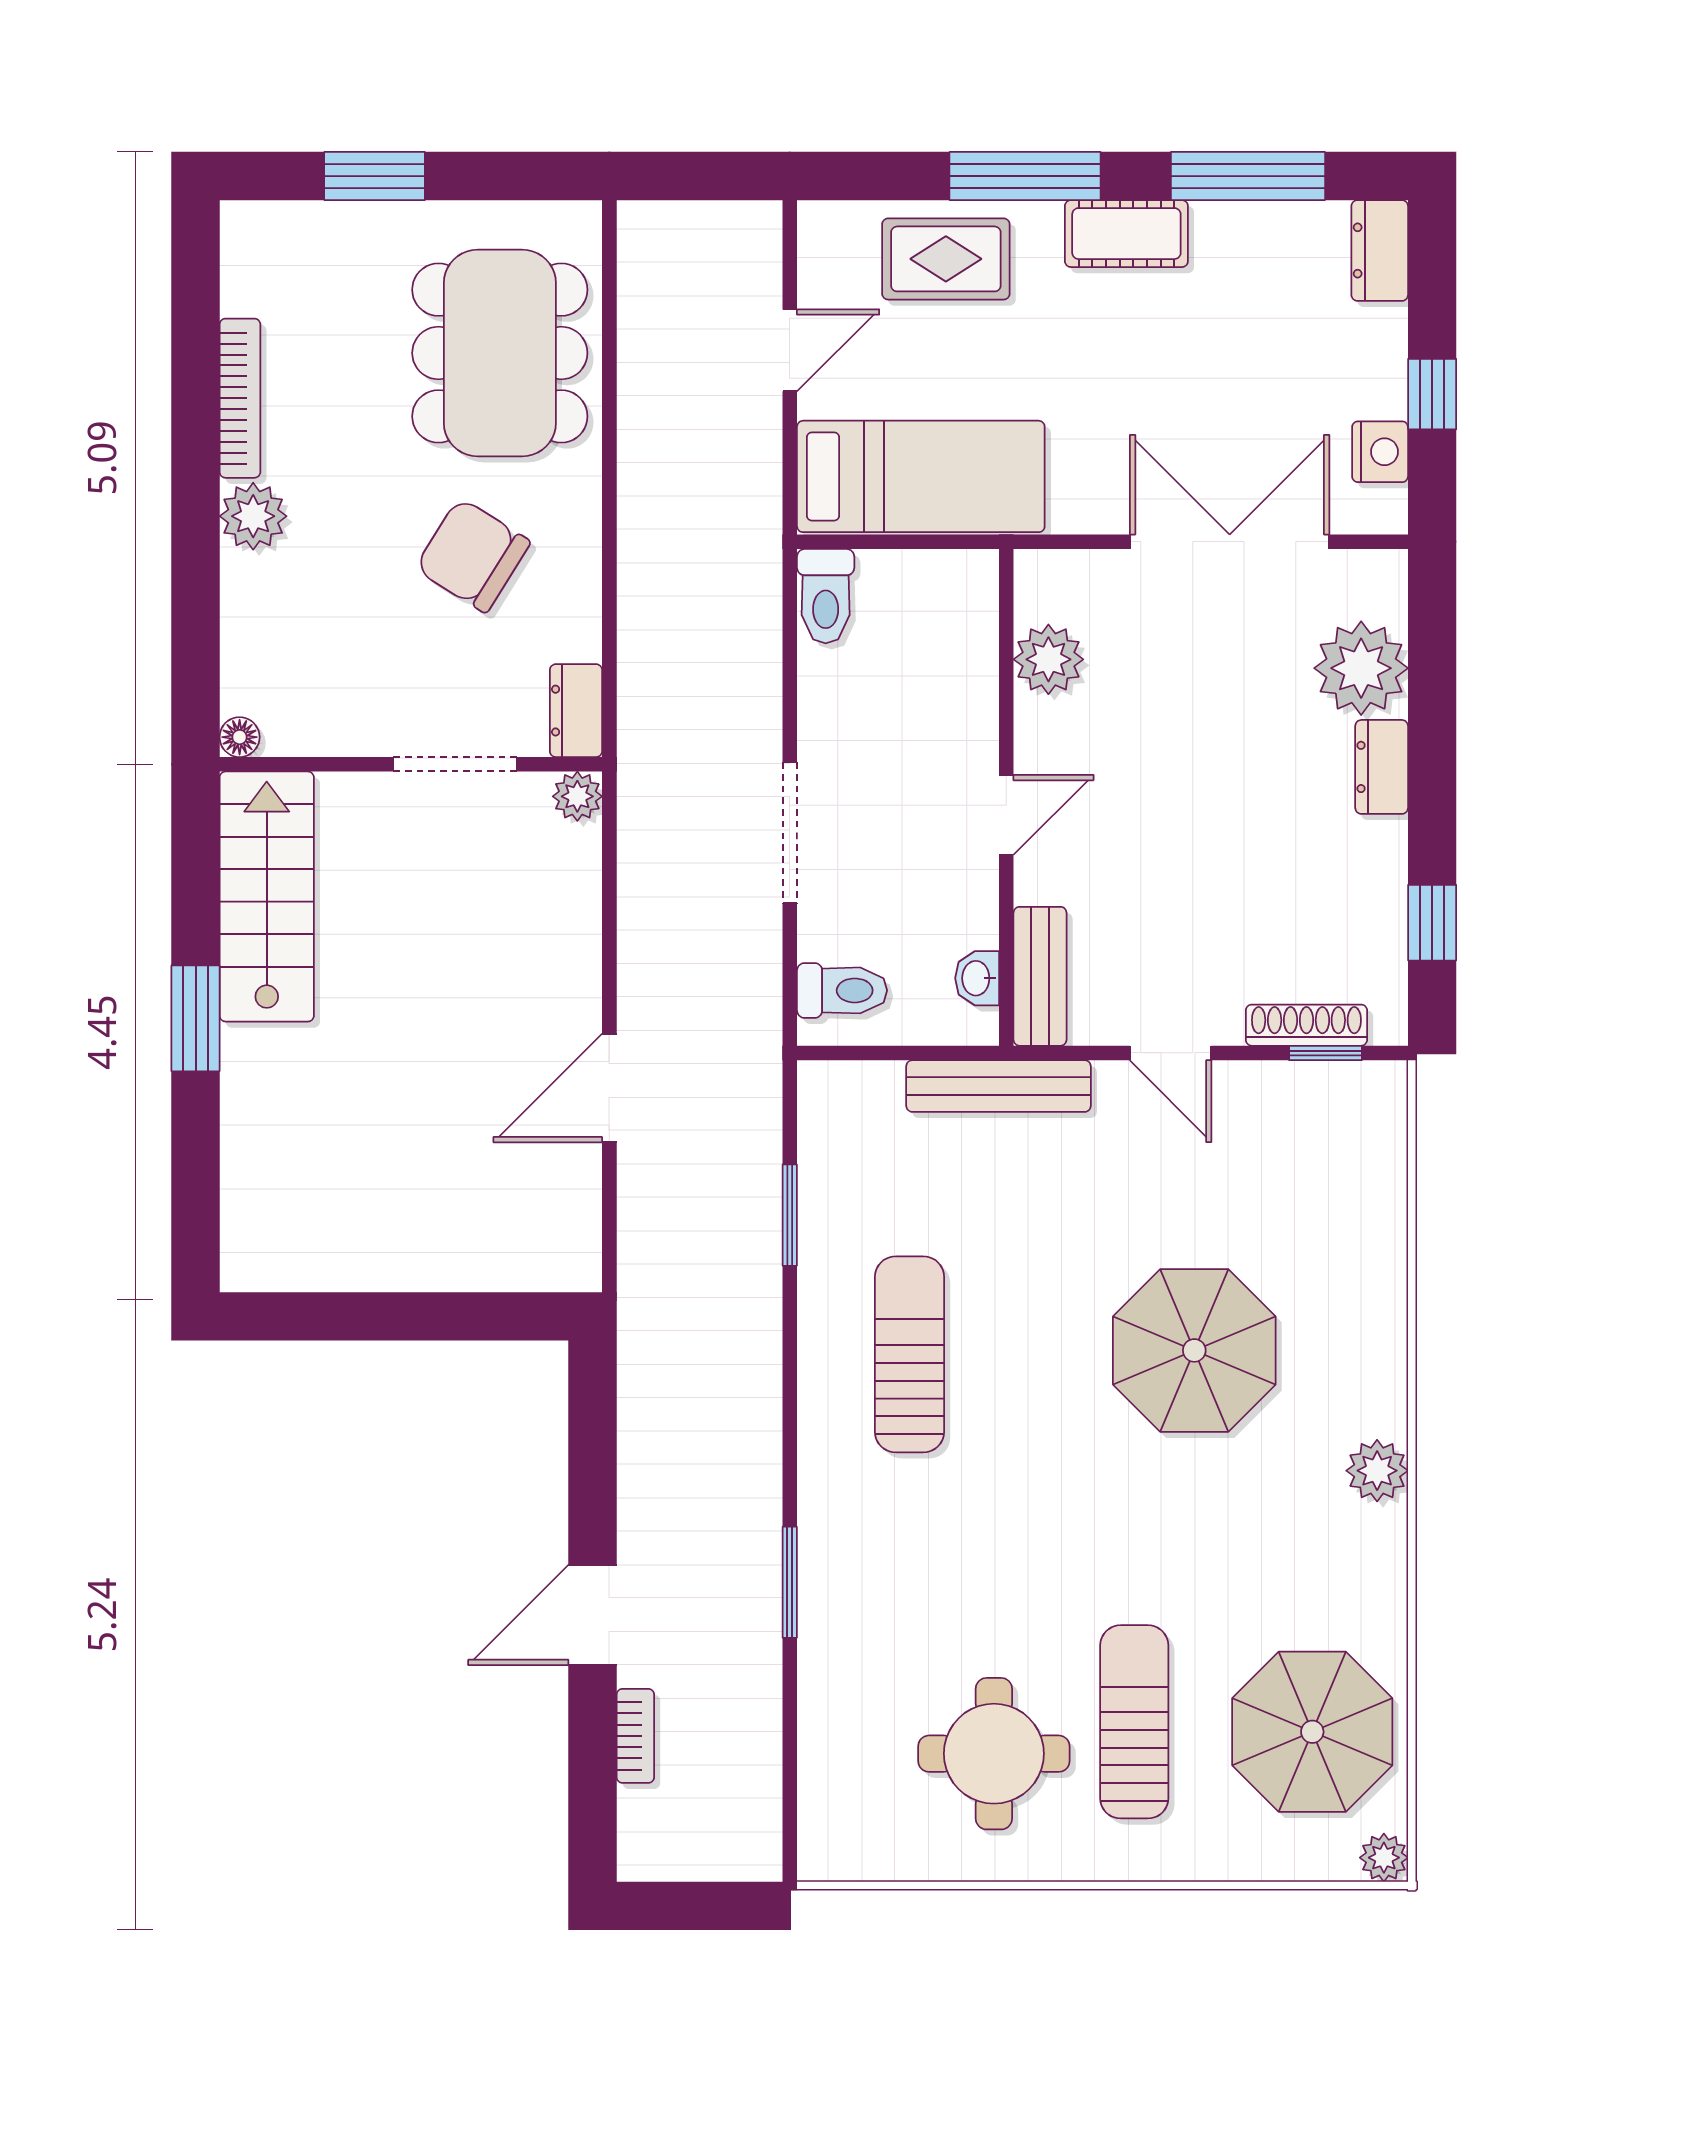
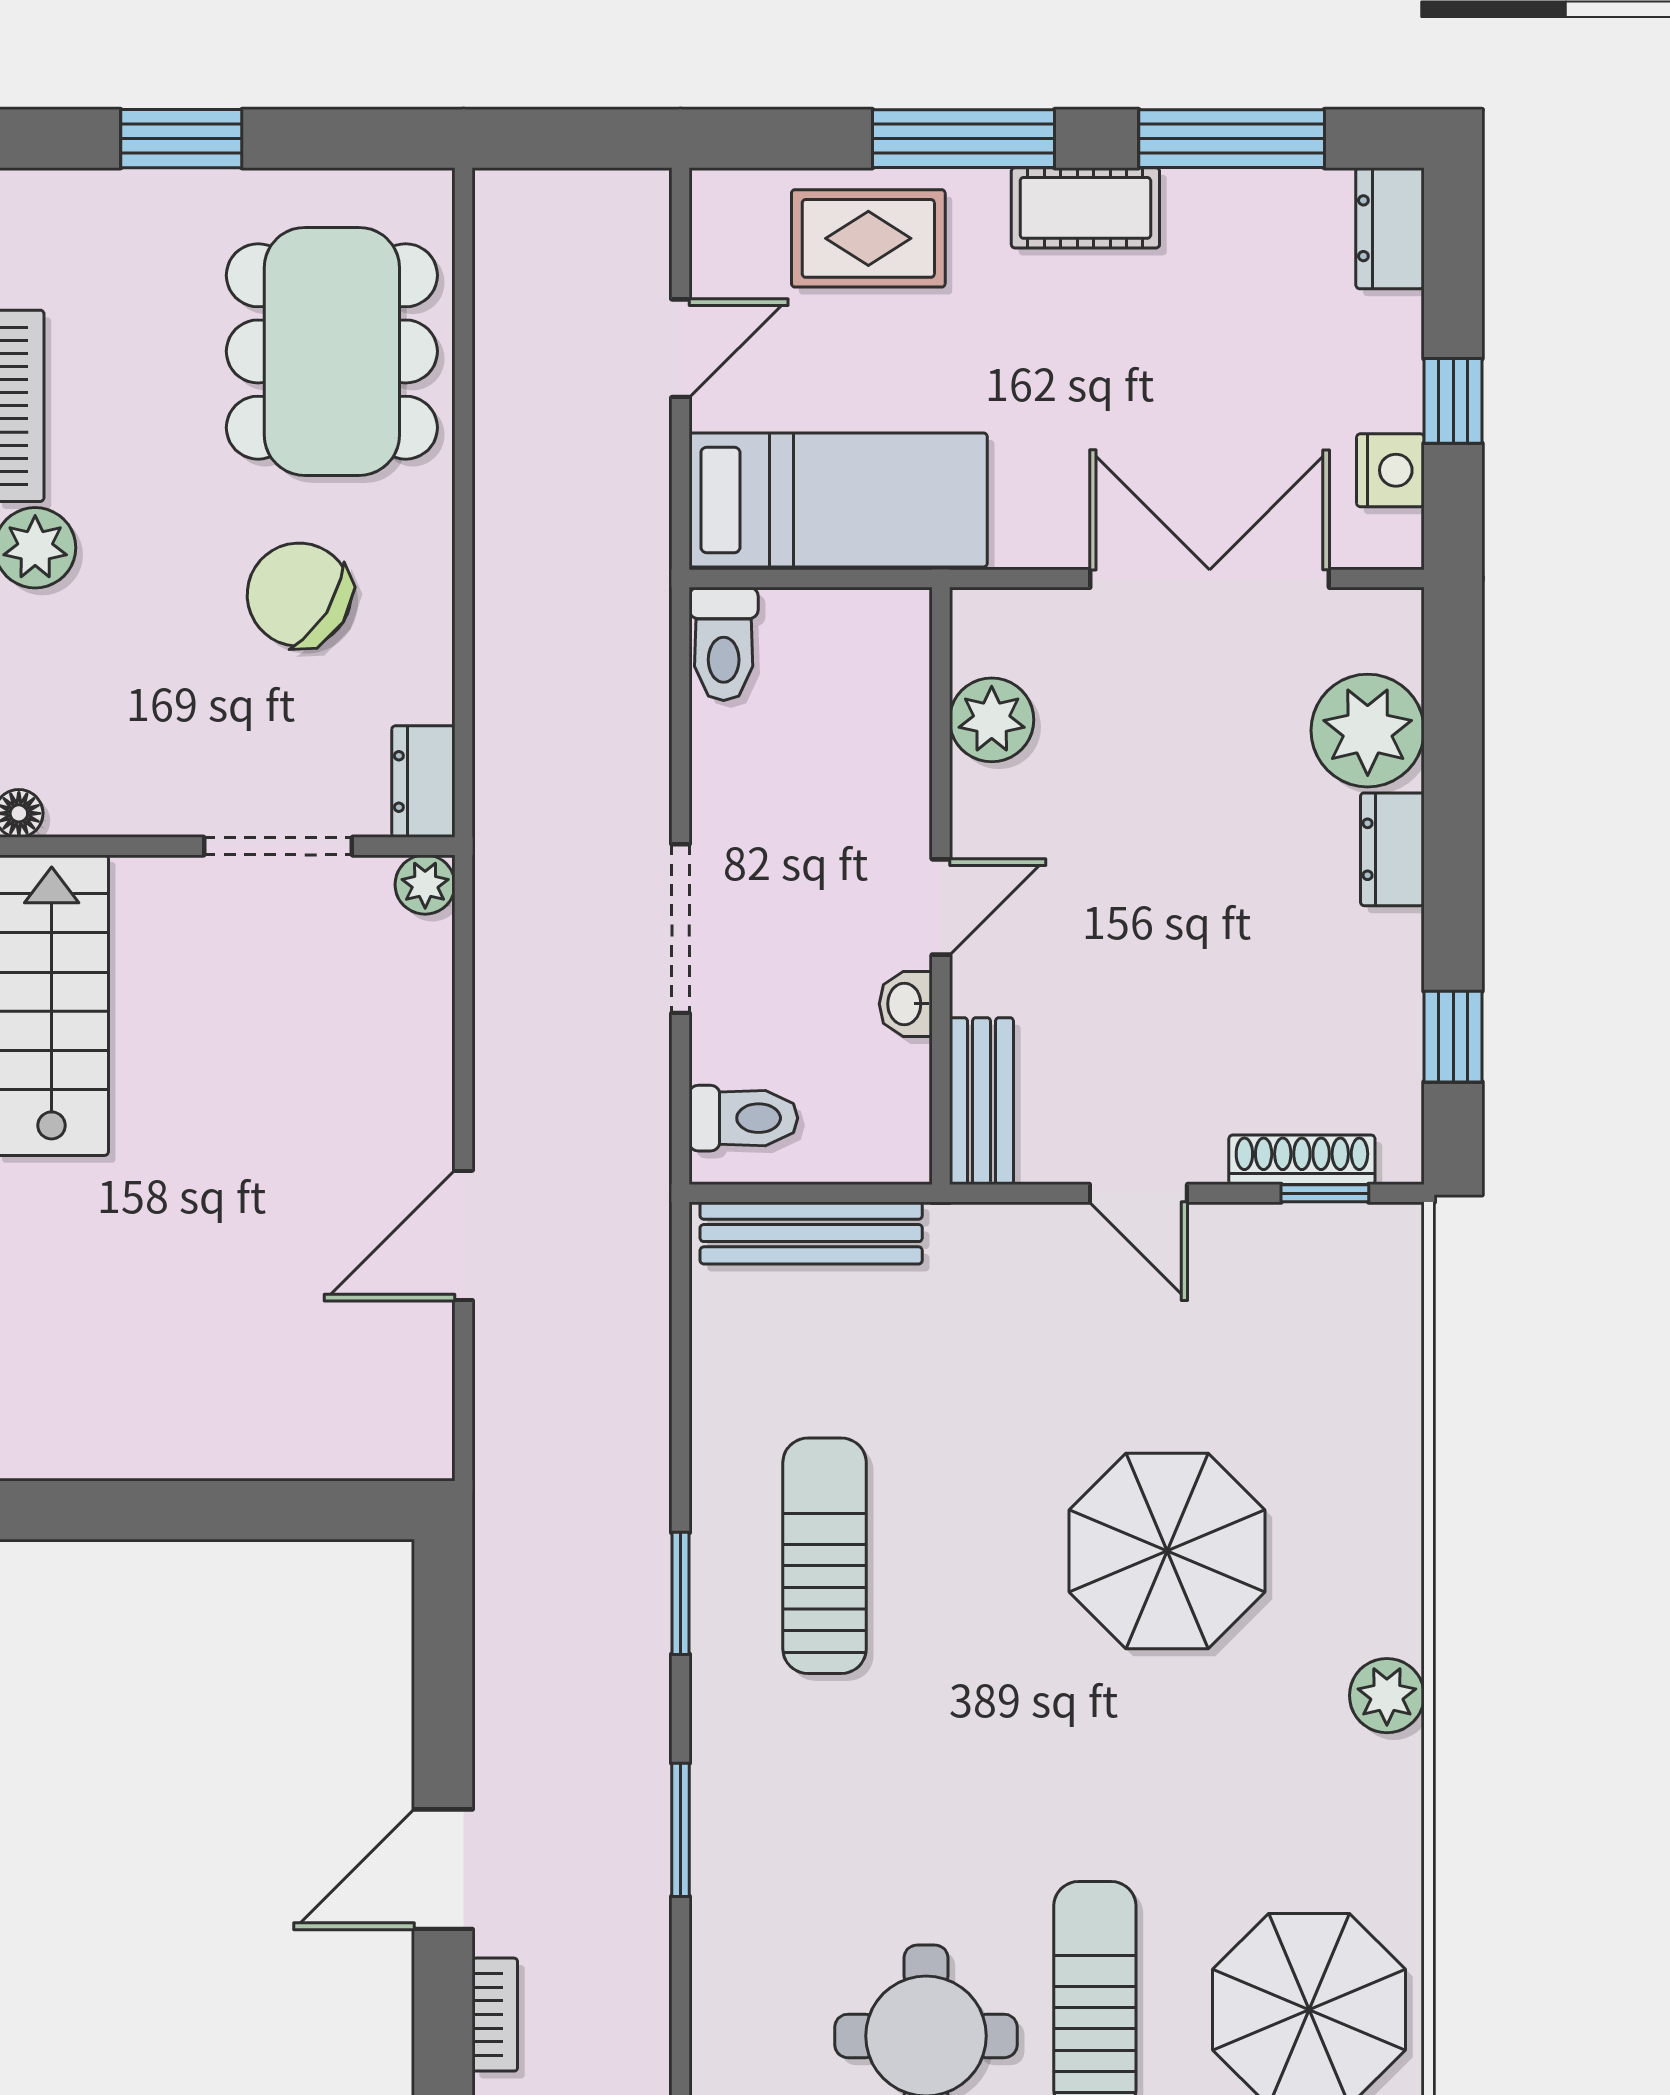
washbasin: (977, 978) -> (906, 1004), moved
bench: (999, 1086) -> (811, 1233), moved
window: (790, 1215) -> (681, 1593), moved

